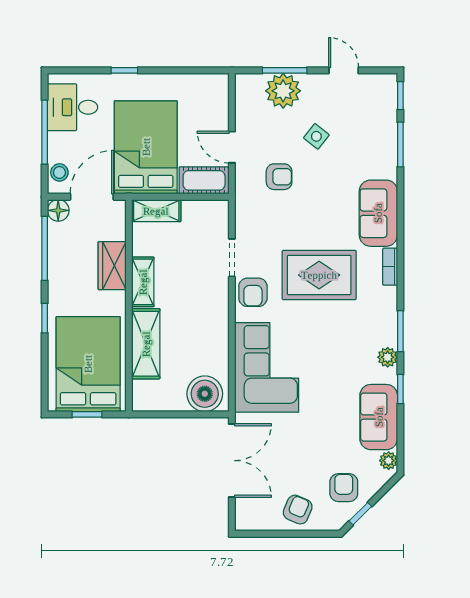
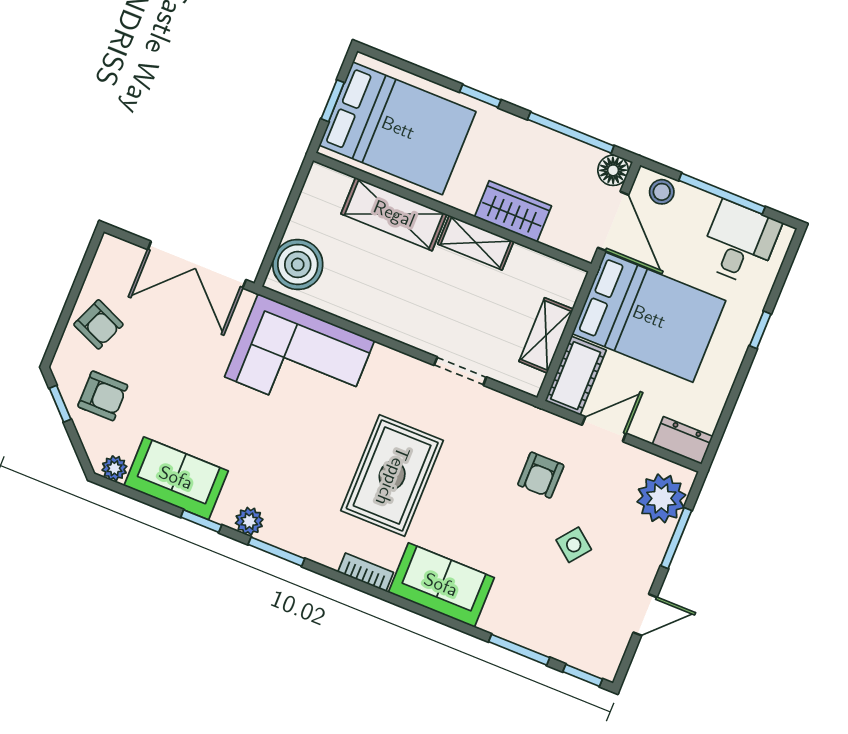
plant: (283, 91) -> (661, 498), moved
dresser: (218, 92) -> (683, 440), added
shelving: (156, 211) -> (546, 335), moved
armchair: (253, 292) -> (404, 380), removed

